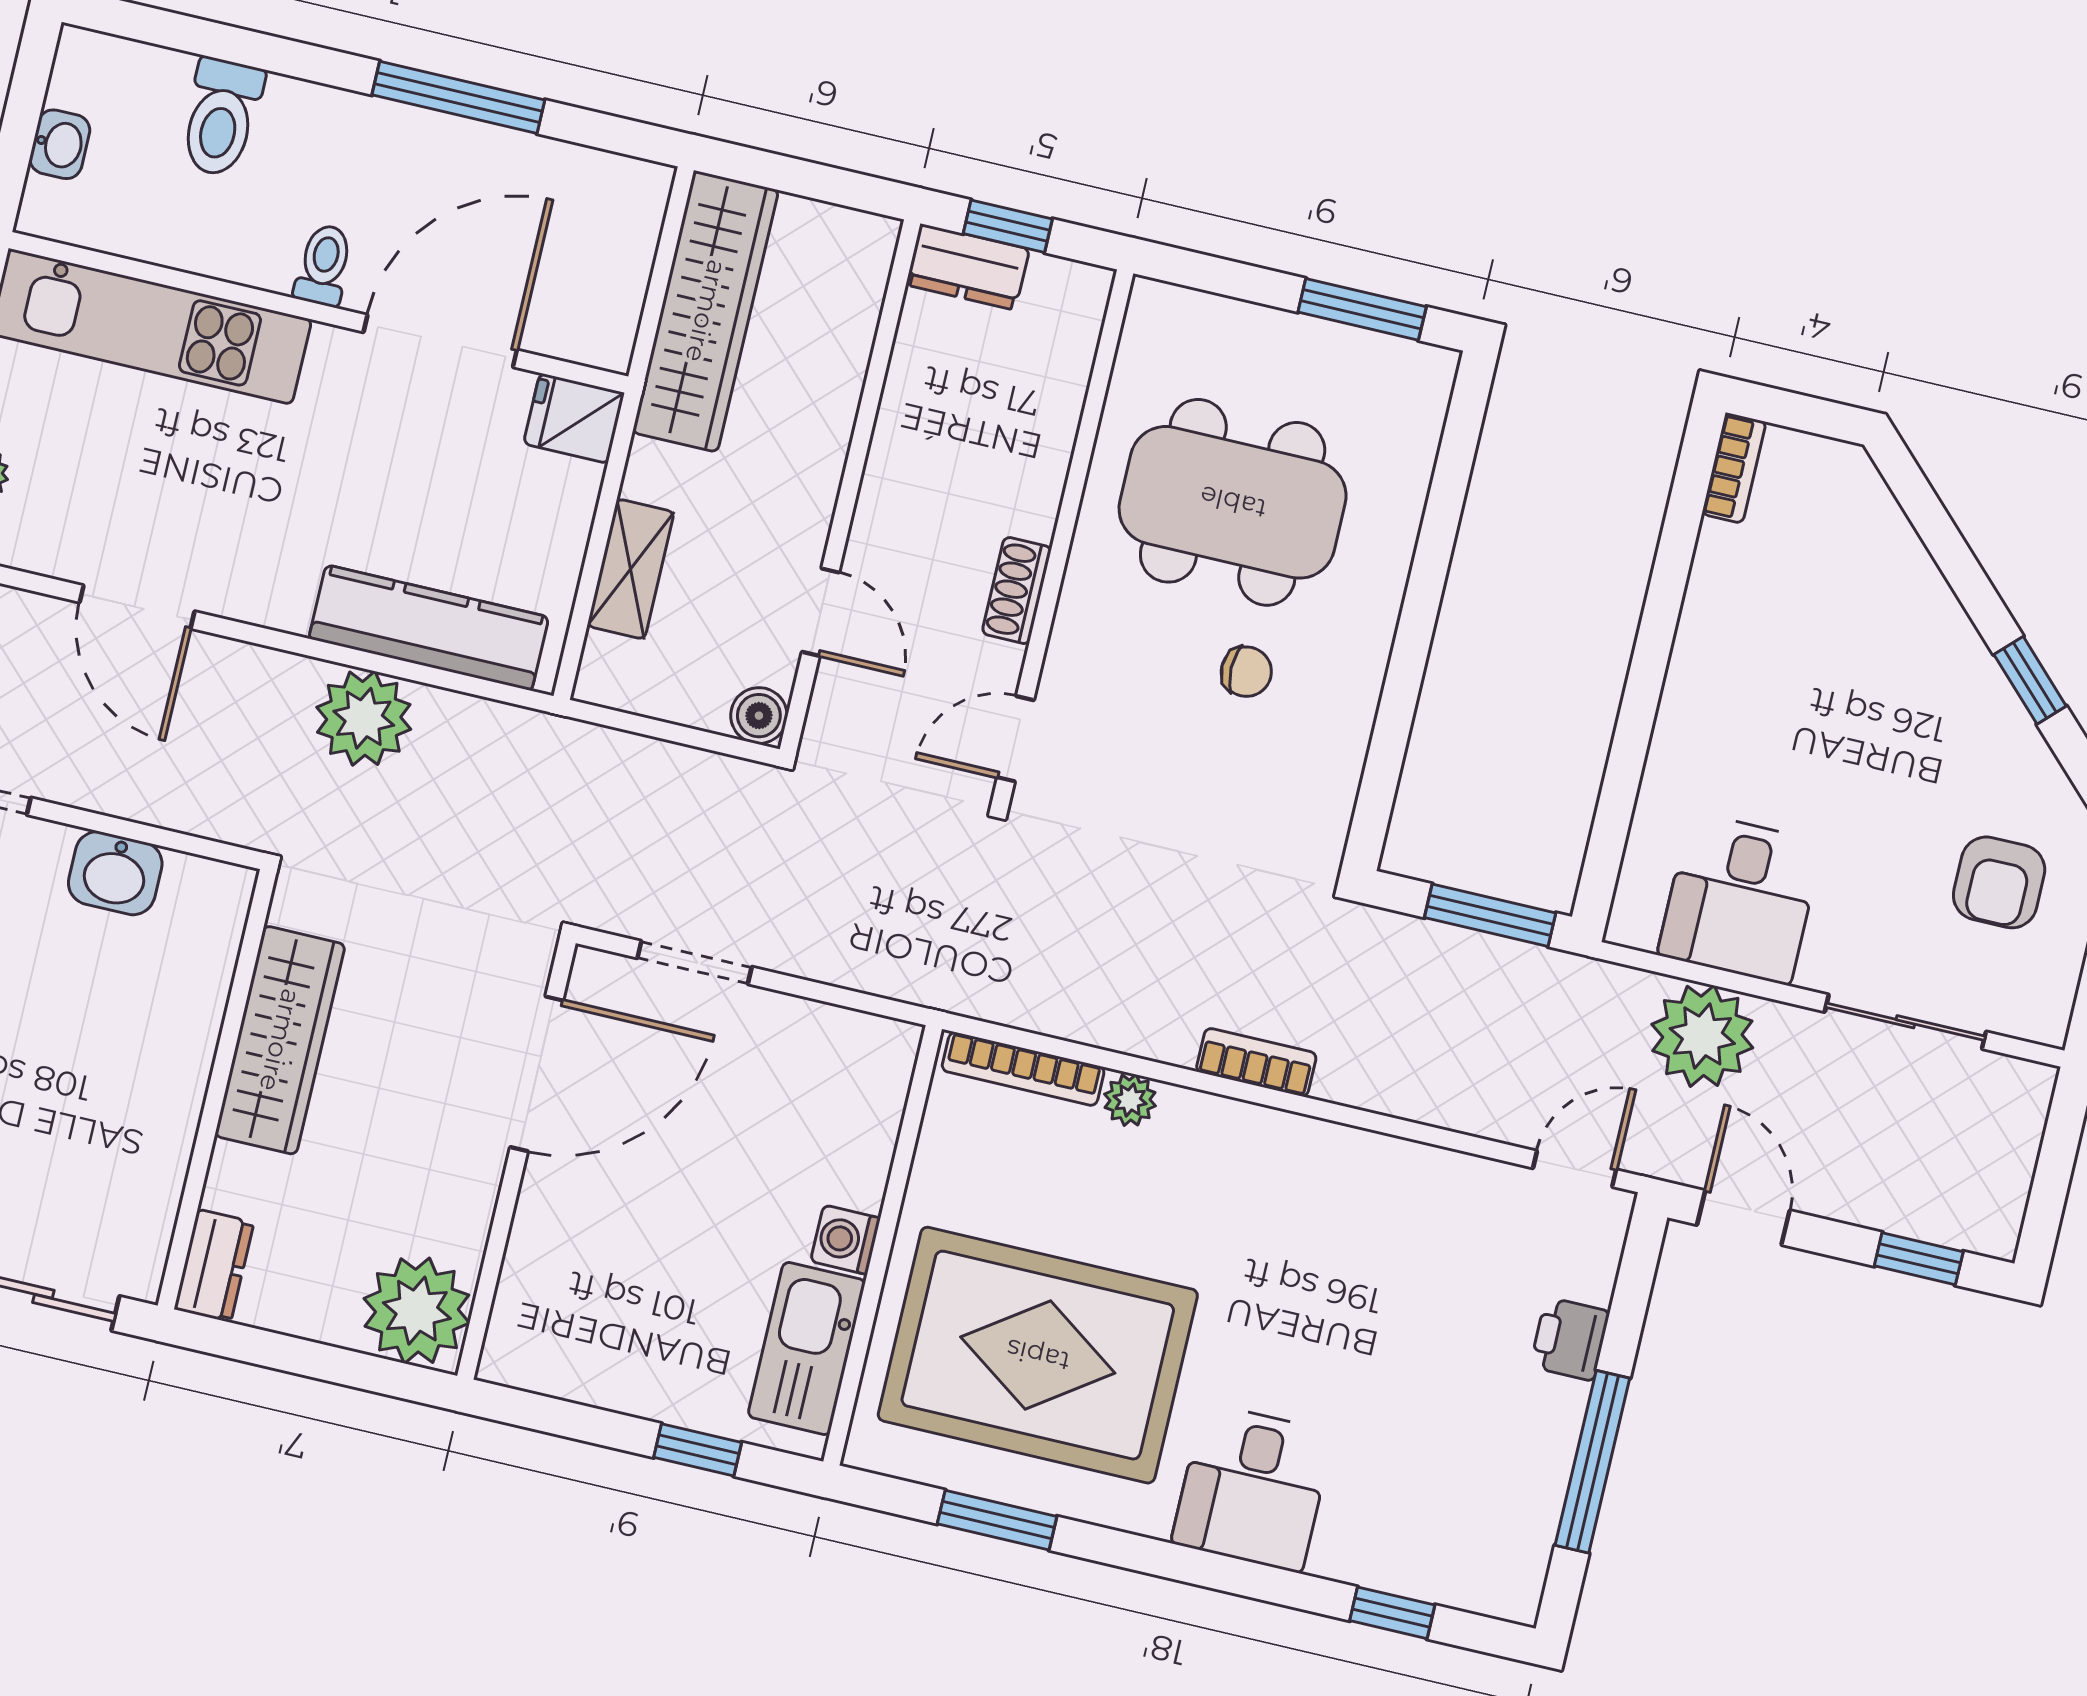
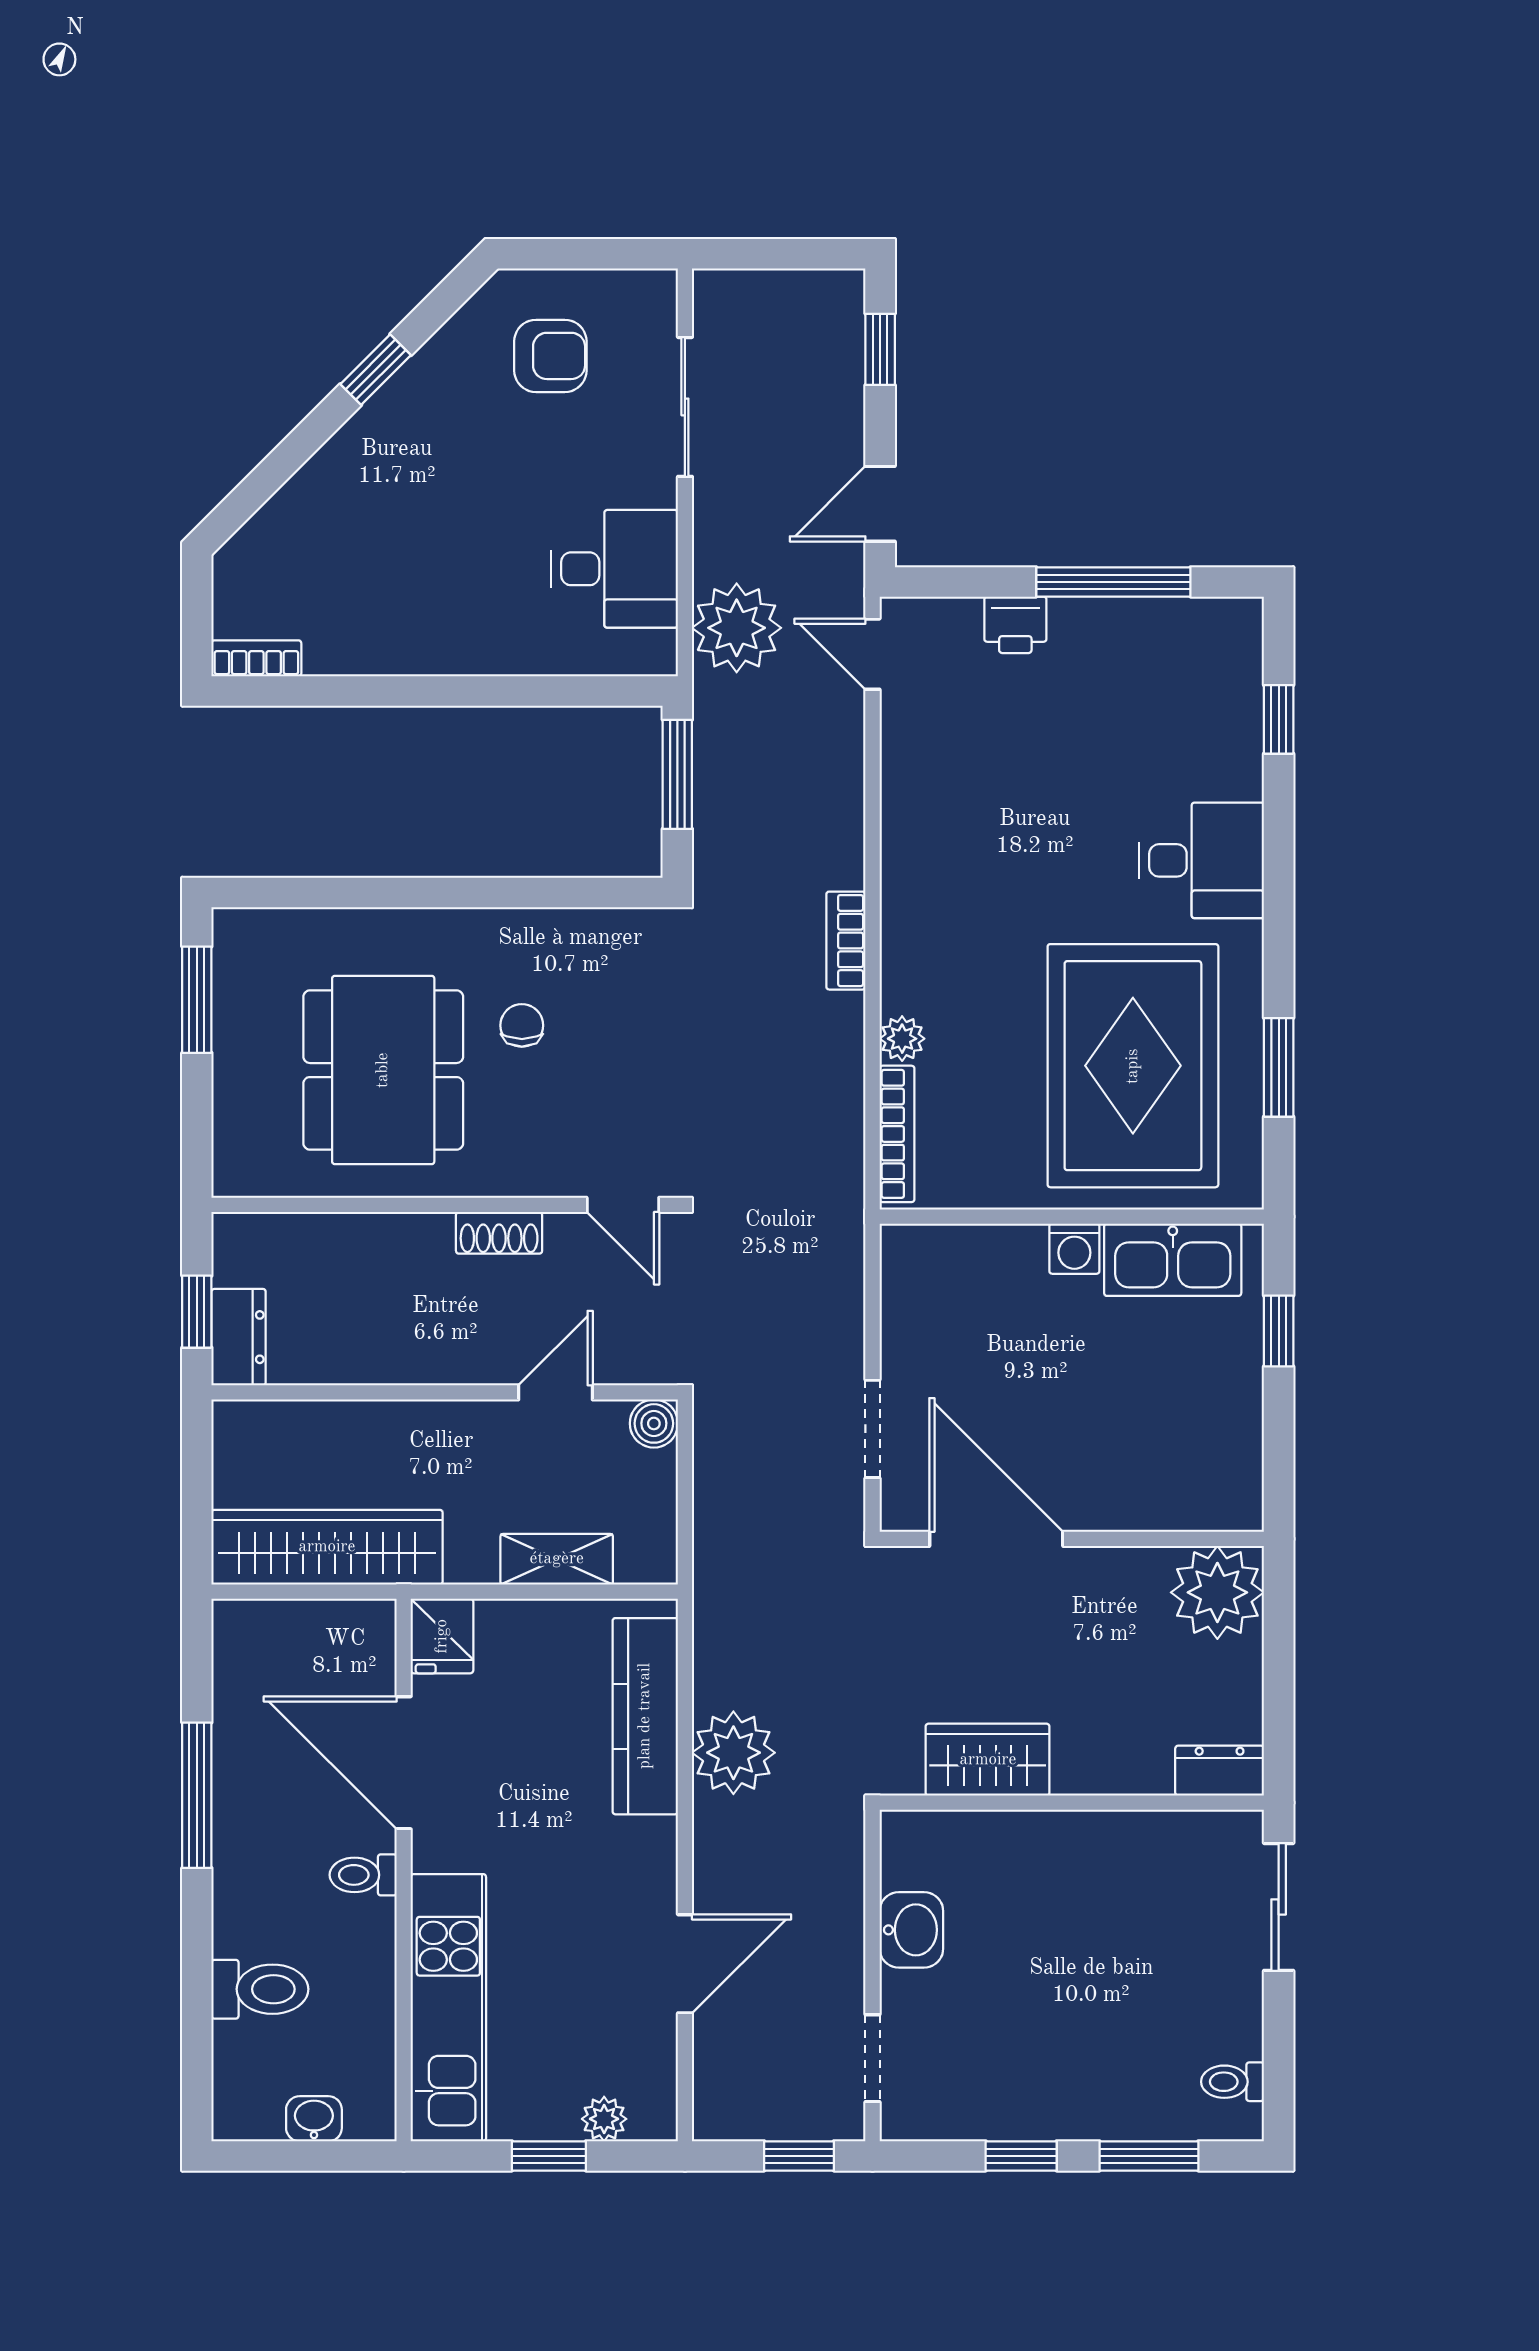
plant: (1702, 1036) -> (737, 628), moved
wardrobe: (280, 1040) -> (988, 1760), width x0.67

